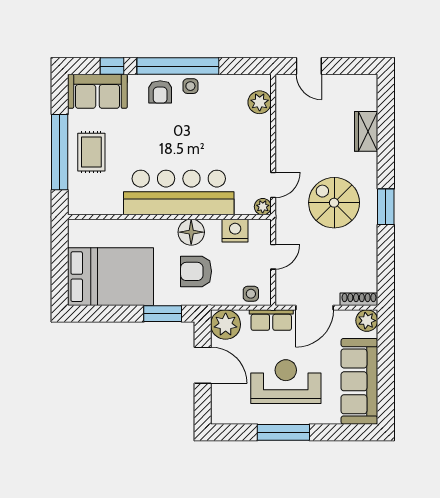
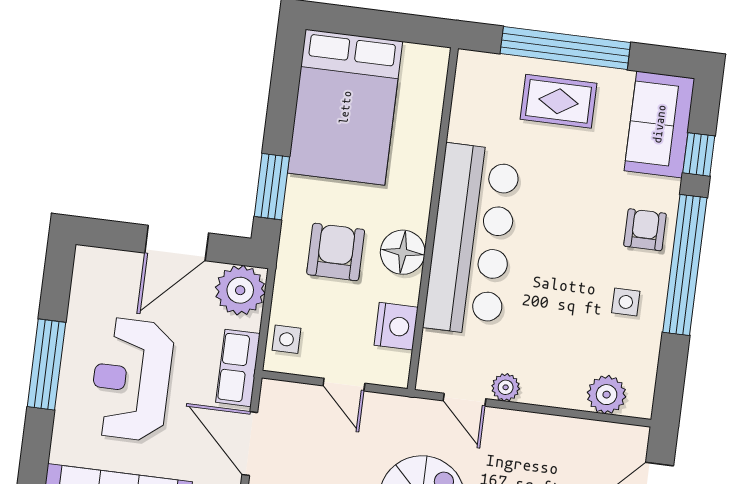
side table: (190, 86) -> (626, 302), moved
armchair: (160, 92) -> (645, 230), turned 90
plant: (263, 207) -> (506, 387), moved
reception desk: (286, 382) -> (131, 379), turned 180

